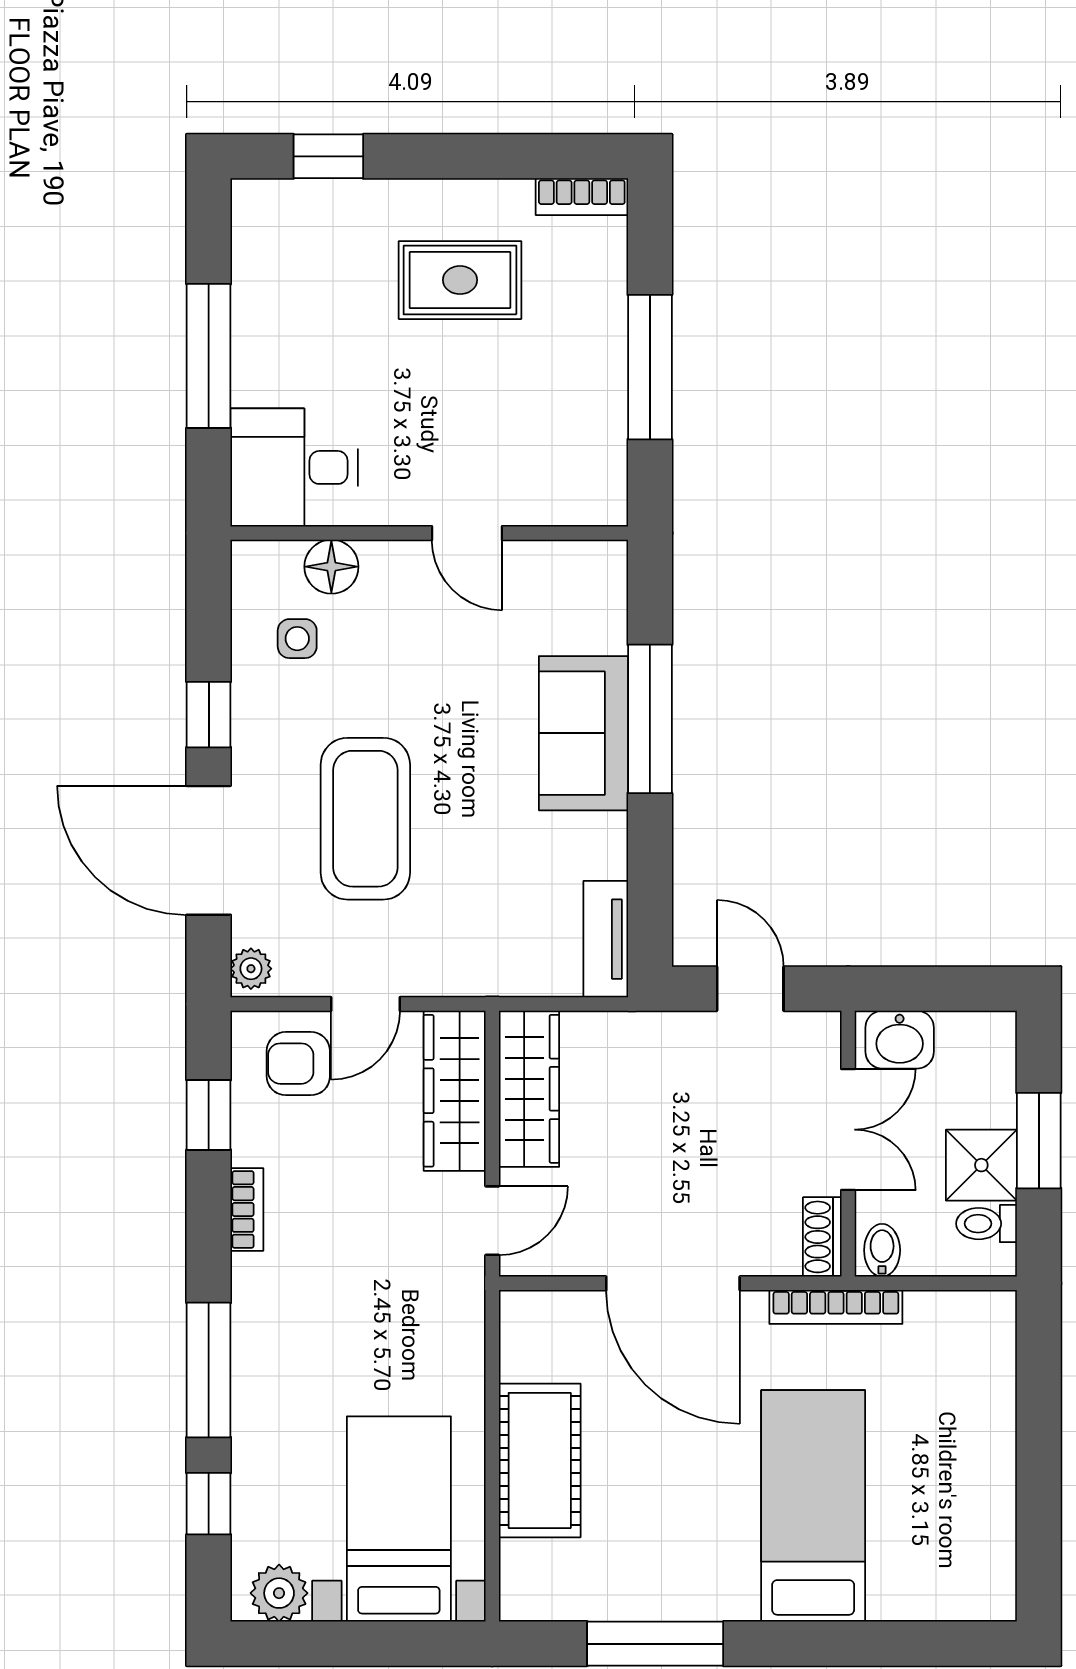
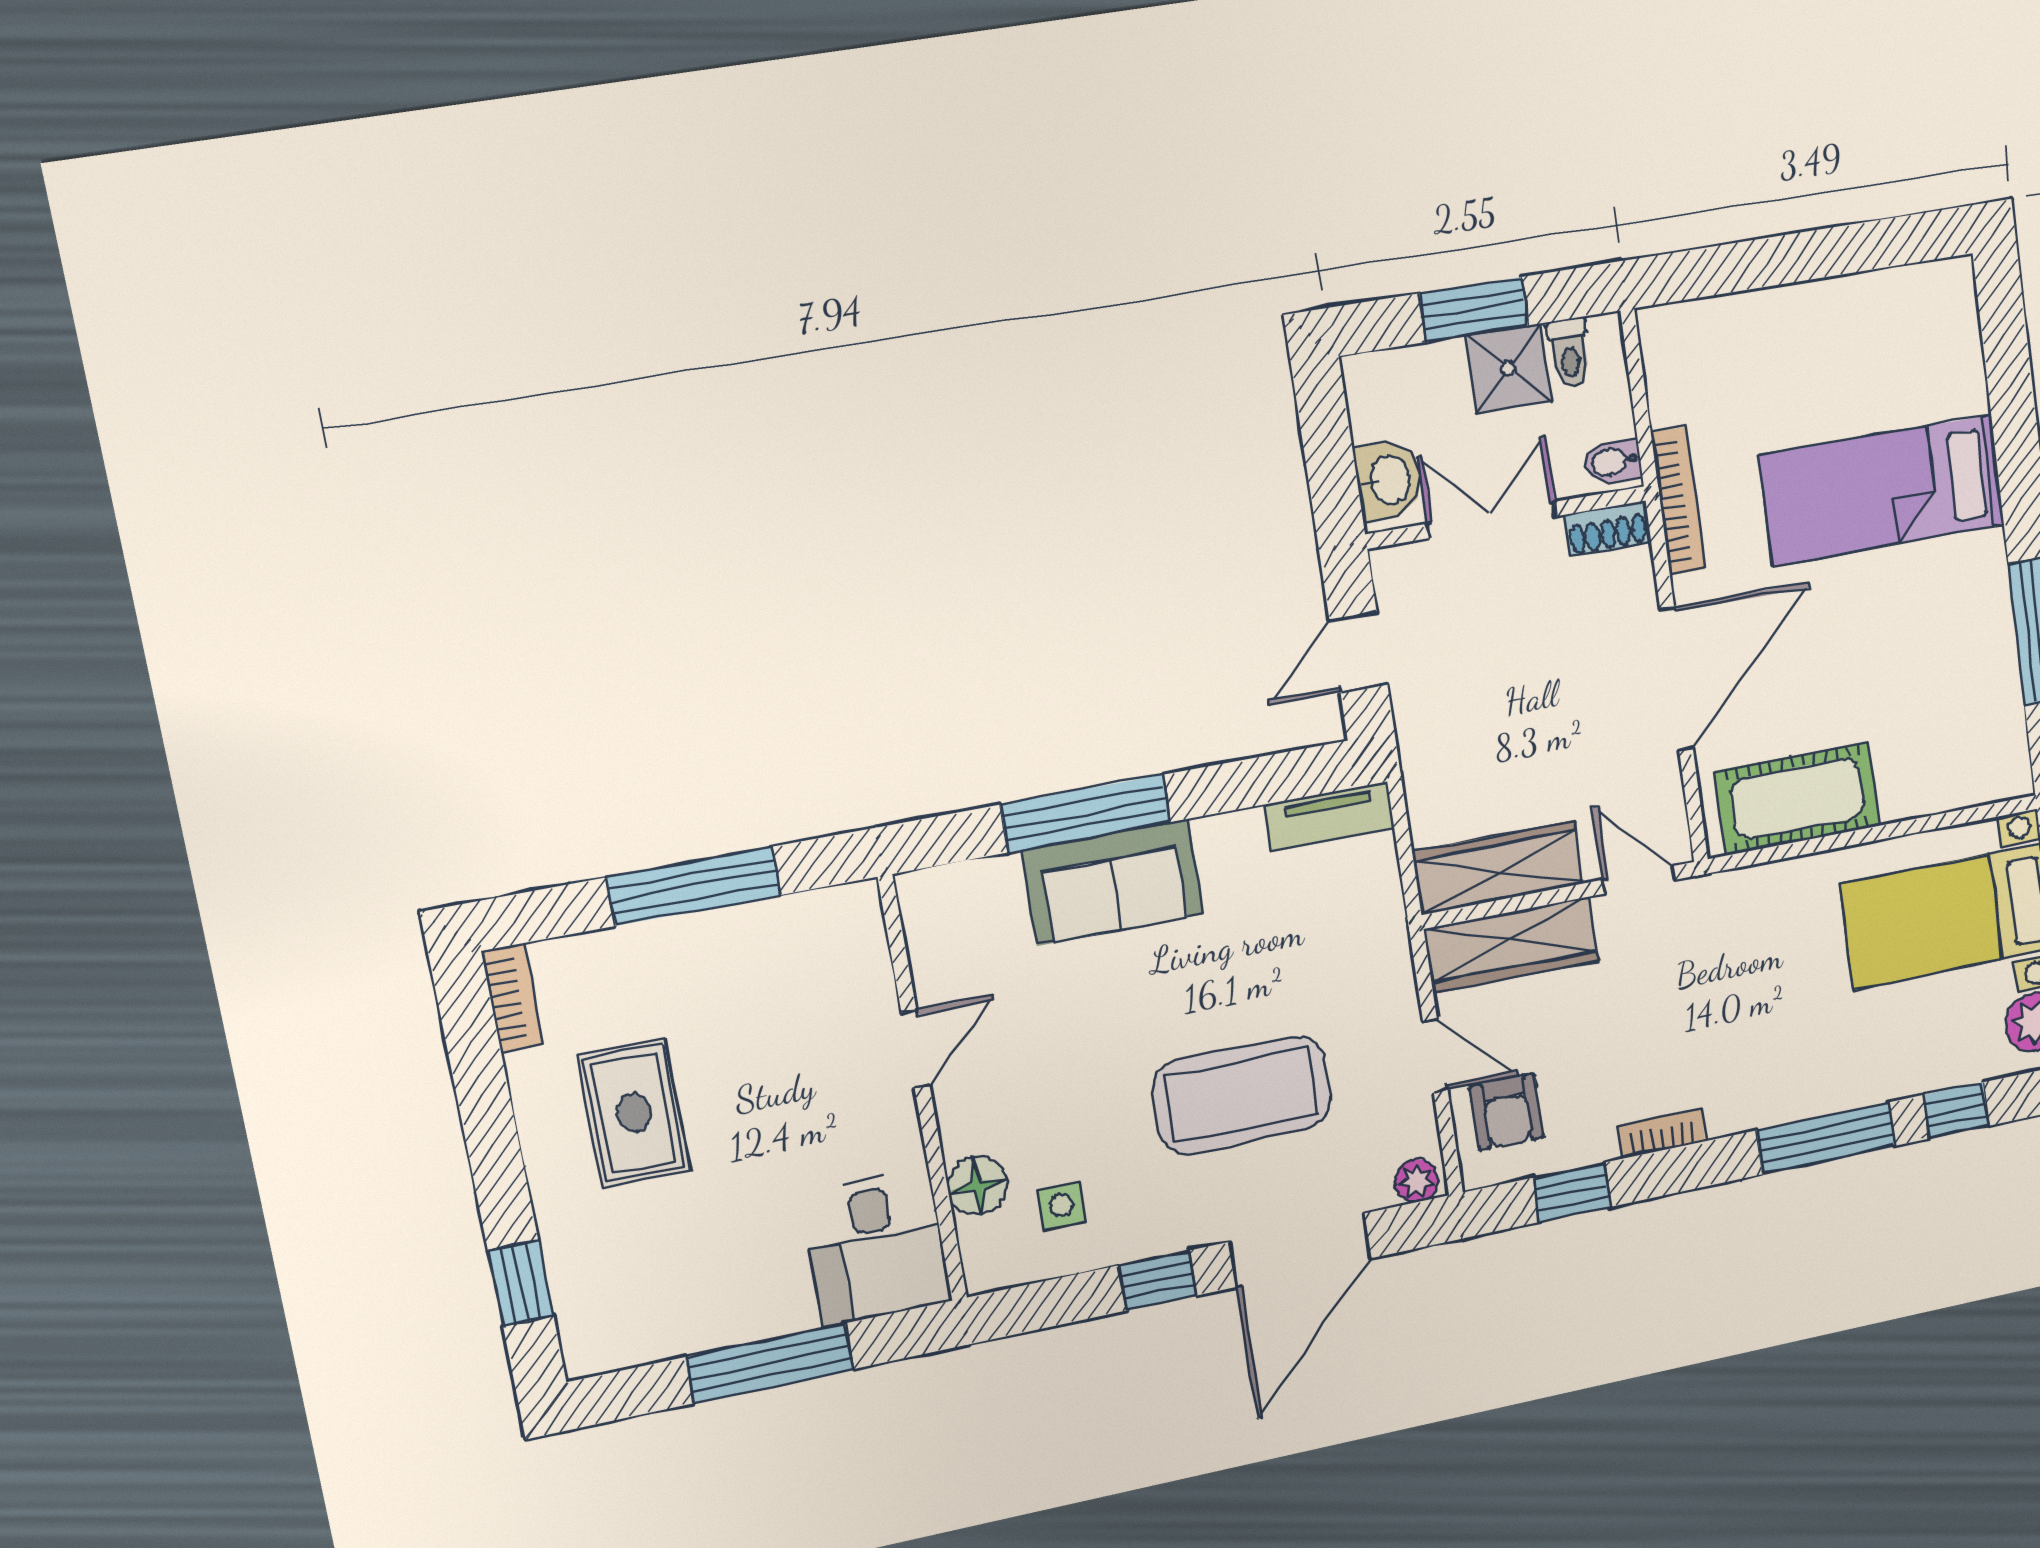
cot: (540, 1460) -> (1797, 799), moved

